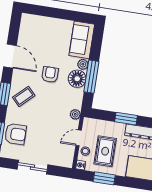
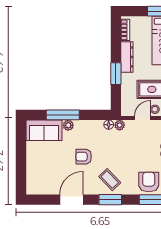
window: (91, 77) -> (63, 115), moved
floor lamp: (77, 79) -> (109, 125), moved, width x0.53, depth x0.53
door: (79, 138) -> (143, 118), swing flipped

